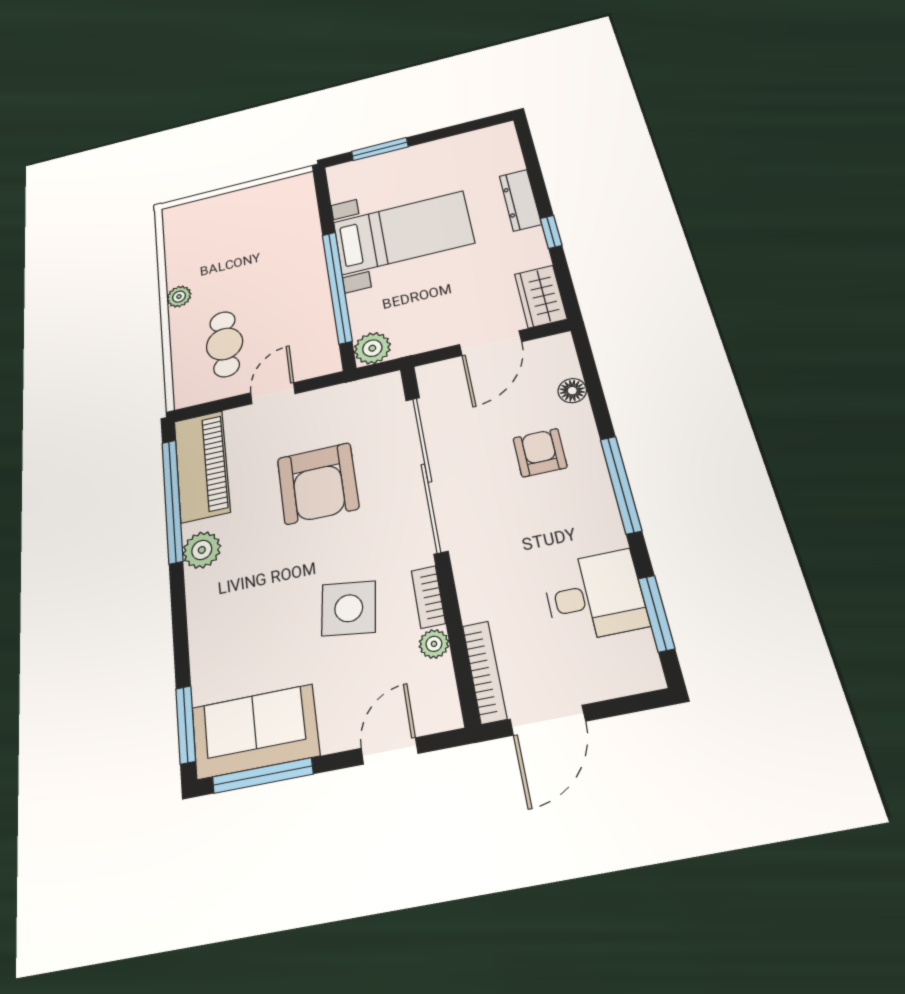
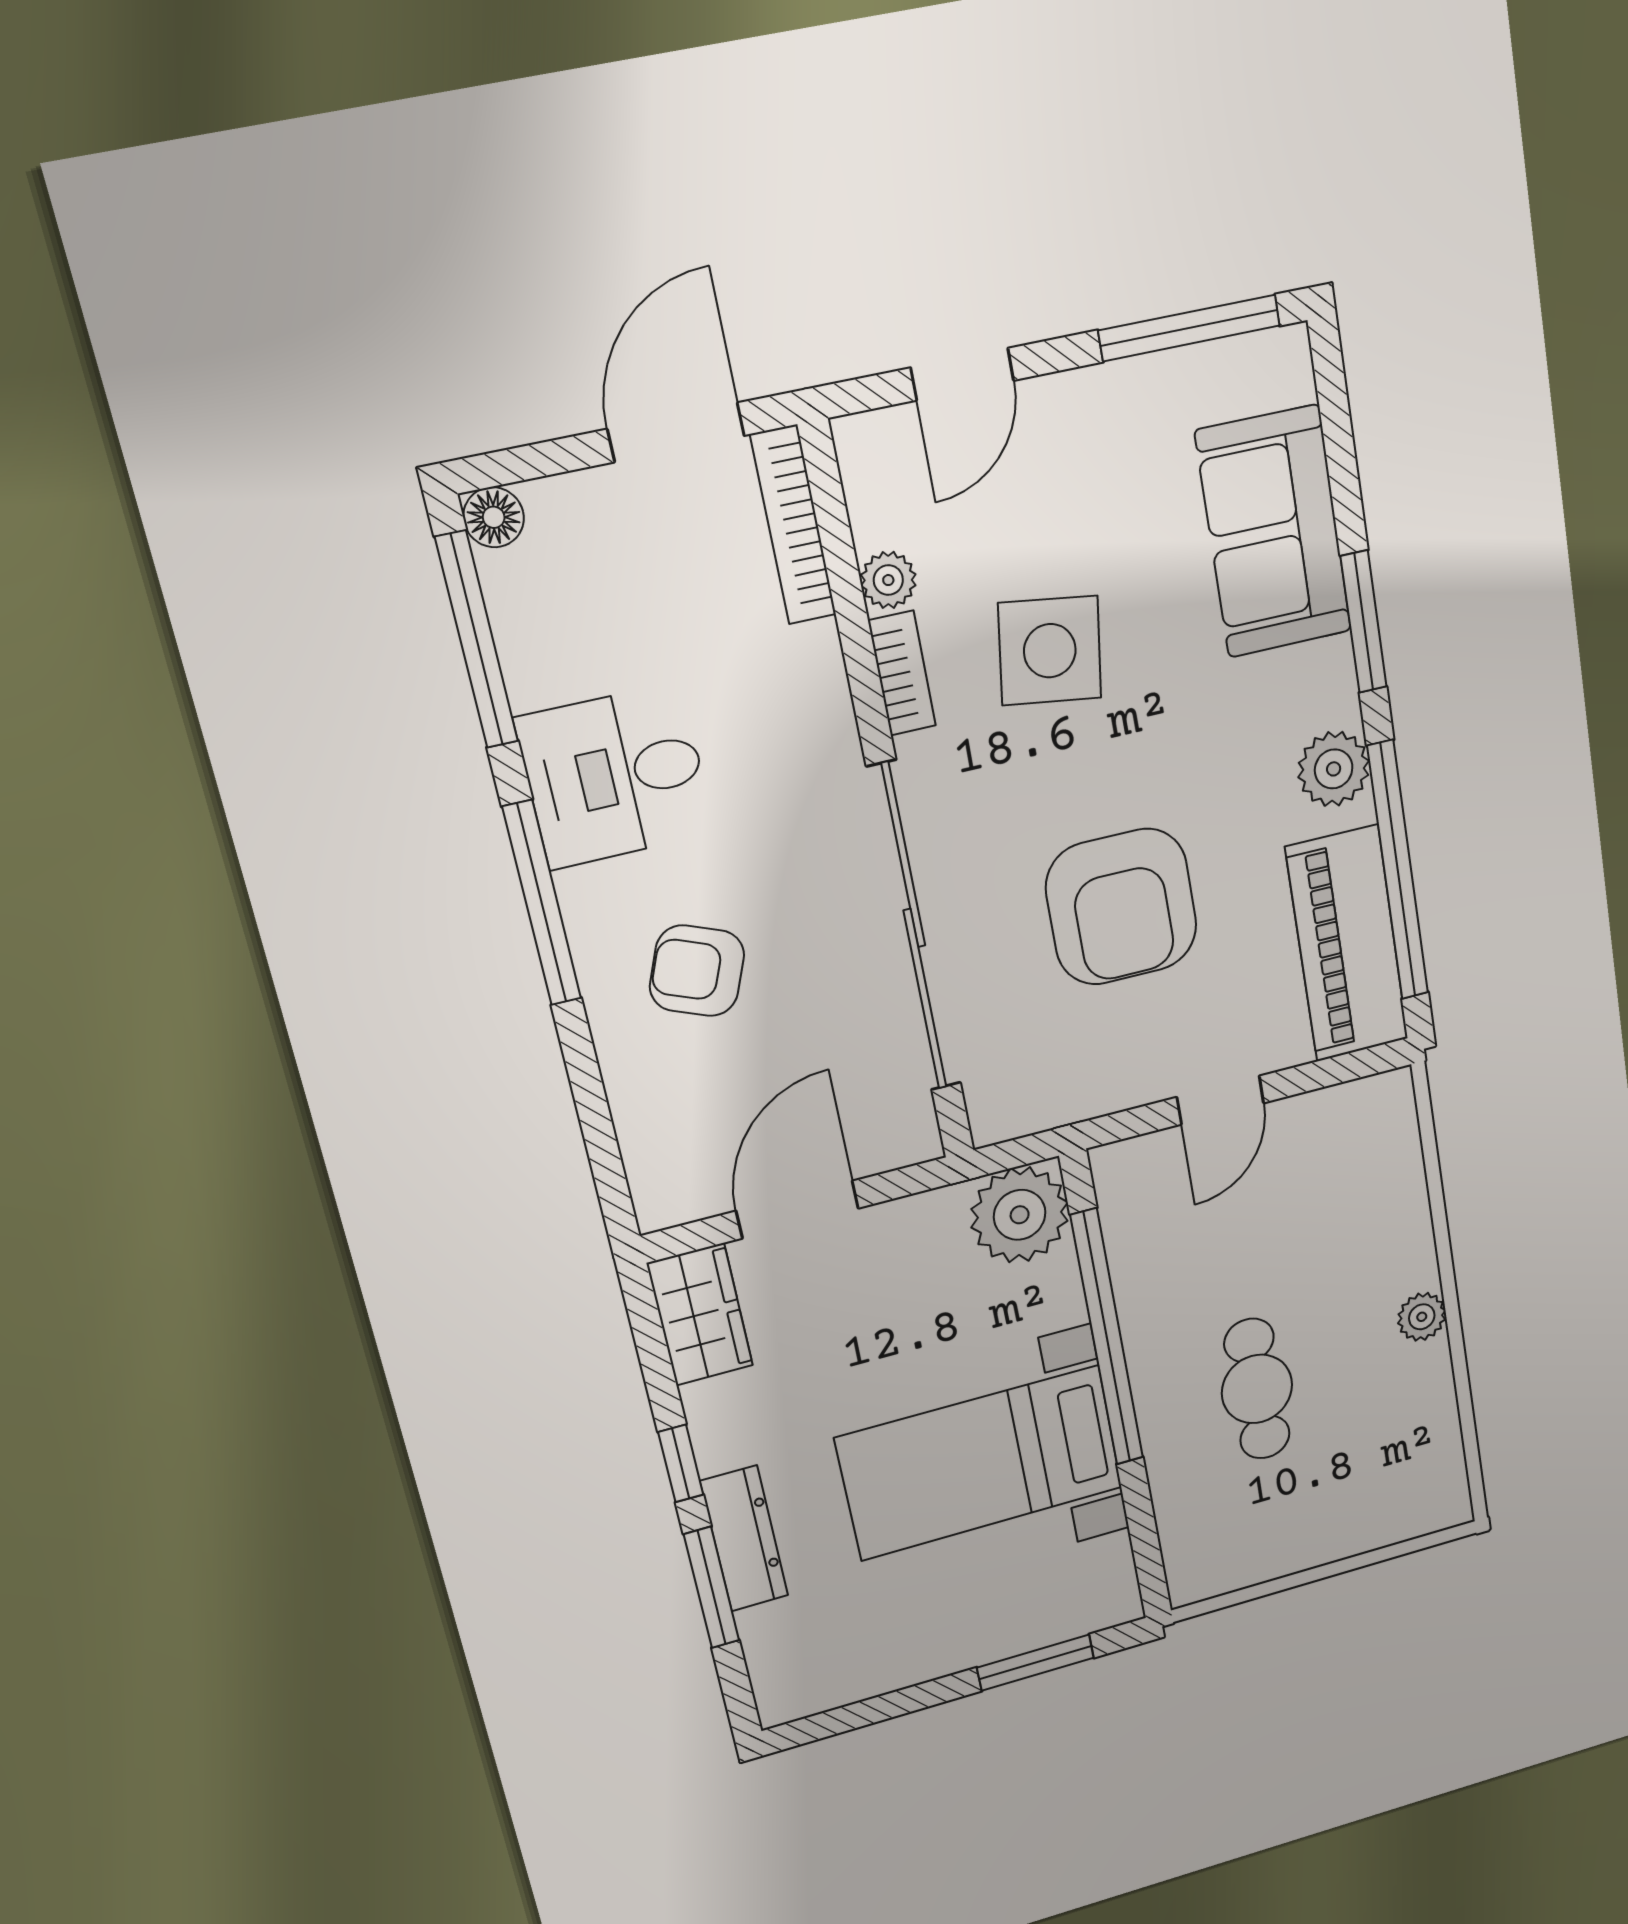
window: (537, 180) -> (711, 1588), added
cafe table: (225, 344) -> (1257, 1389), moved
plant: (372, 348) -> (1020, 1215), width x1.36, depth x1.36
floor lamp: (572, 391) -> (494, 517), moved
armchair: (540, 453) -> (697, 971), turned 112
armchair: (318, 483) -> (1122, 907), turned 180
desk: (595, 596) -> (615, 776), moved
window: (656, 613) -> (477, 640), width x1.44
window: (186, 725) -> (1364, 622), moved
sofa: (255, 731) -> (1274, 532), moved, turned 90

